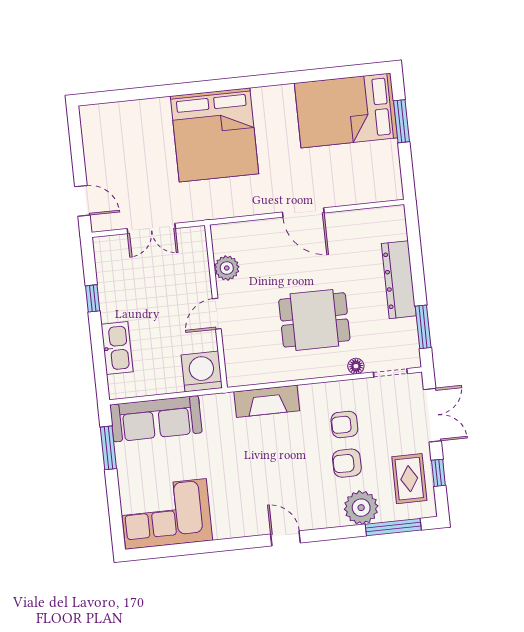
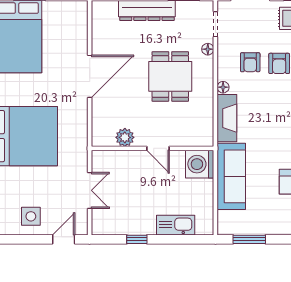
side table: (109, 154) -> (31, 216), added
door: (303, 213) -> (90, 76), width x1.36
floor lamp: (307, 392) -> (223, 87), added
sofa: (156, 419) -> (231, 176), moved

